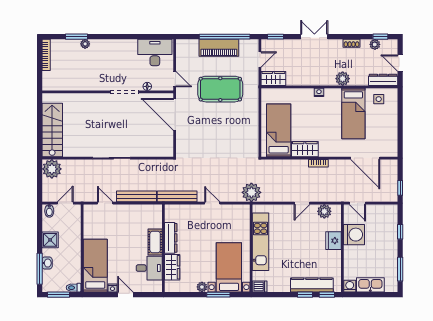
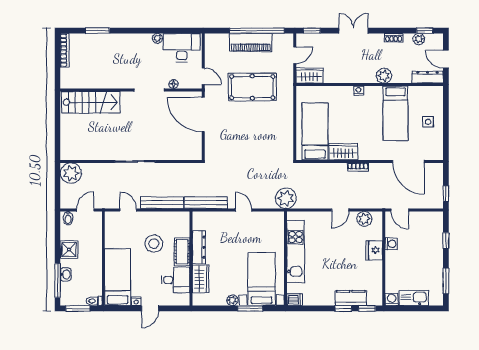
plant: (85, 44) -> (157, 38), moved
side table: (379, 99) -> (428, 122), moved
stairs: (52, 130) -> (91, 102), moved, turned 90
stool: (129, 234) -> (154, 244), added
washing machine: (354, 235) -> (391, 244), width x0.53, depth x0.53
kitchen counter: (312, 285) -> (351, 298), width x0.67
door: (125, 295) -> (150, 308), swing flipped

